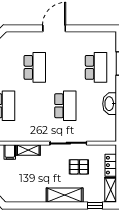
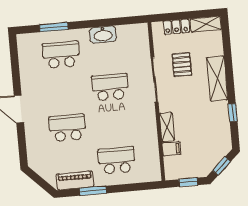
window: (95, 206) -> (233, 113), moved

